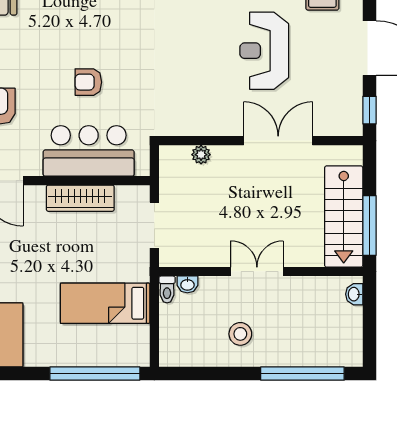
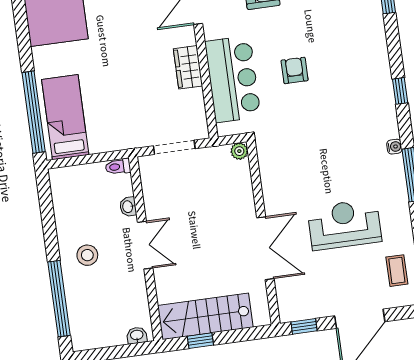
plant: (201, 155) -> (239, 151), moved
wardrobe: (80, 198) -> (188, 67), width x0.67
window: (369, 225) -> (200, 341), width x0.46
washbasin: (187, 284) -> (128, 207), moved
bed: (105, 303) -> (65, 117), moved
stool: (240, 334) -> (87, 255), moved

